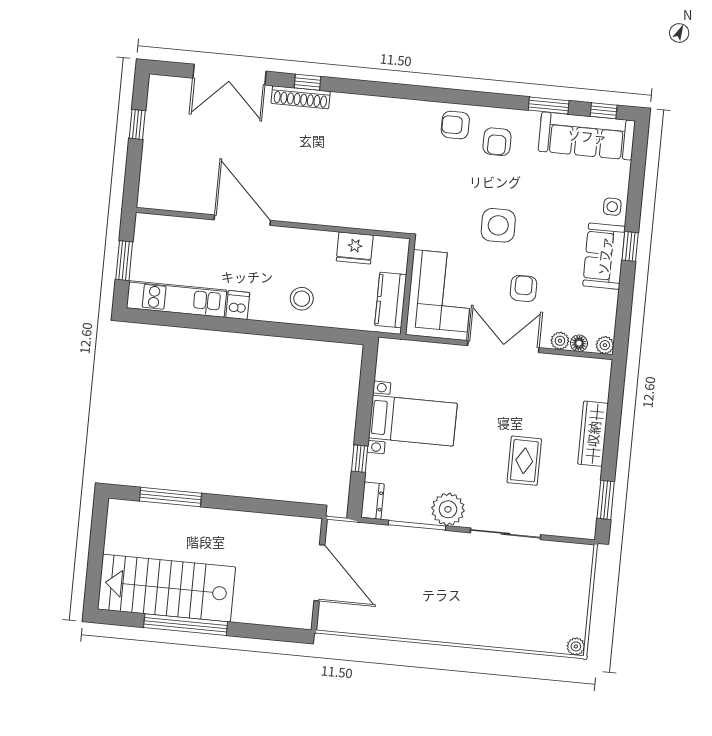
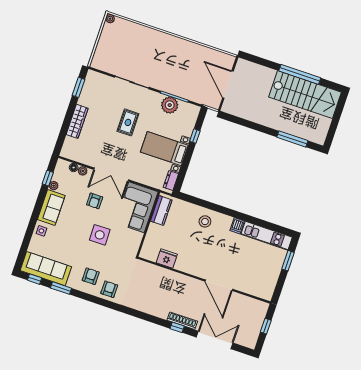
armchair: (455, 125) -> (109, 289), turned -90
door: (242, 220) -> (219, 285), moved
wall: (273, 223) -> (204, 280), moved
window: (630, 246) -> (48, 178), moved
fridge: (355, 248) -> (167, 259), moved
plant: (605, 345) -> (54, 186), moved
rug: (524, 461) -> (128, 122), moved
dresser: (372, 501) -> (171, 181), moved
plant: (448, 509) -> (170, 105), moved

